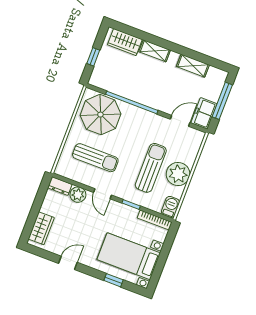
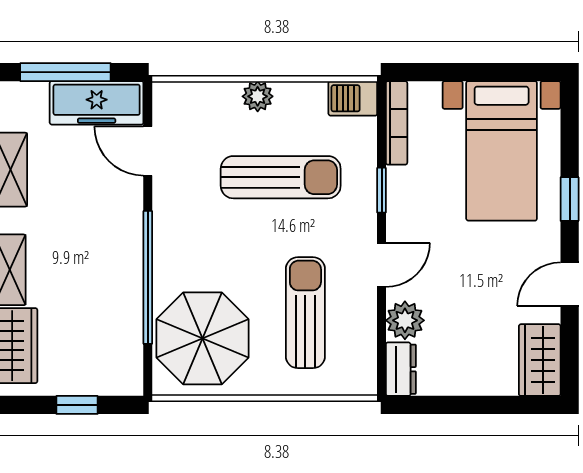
freezer: (204, 113) -> (97, 103), width x1.40
sun lounger: (151, 168) -> (281, 177), turned 180
plant: (178, 174) -> (258, 96), width x0.53, depth x0.53
wardrobe: (41, 228) -> (540, 360), moved, turned -90
door: (68, 263) -> (570, 284), hinge flipped
window: (113, 280) -> (570, 199), moved

